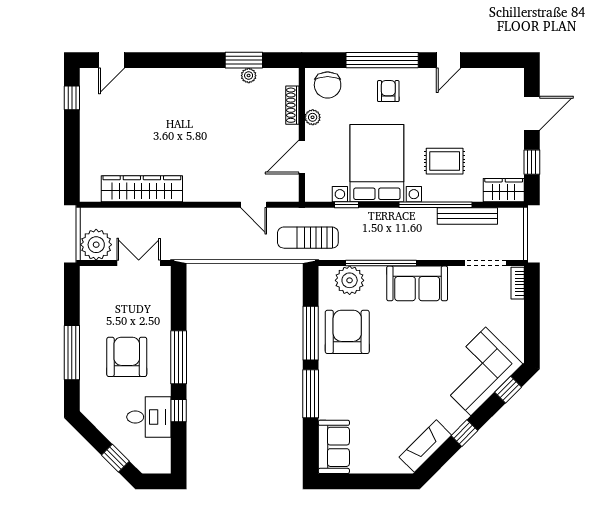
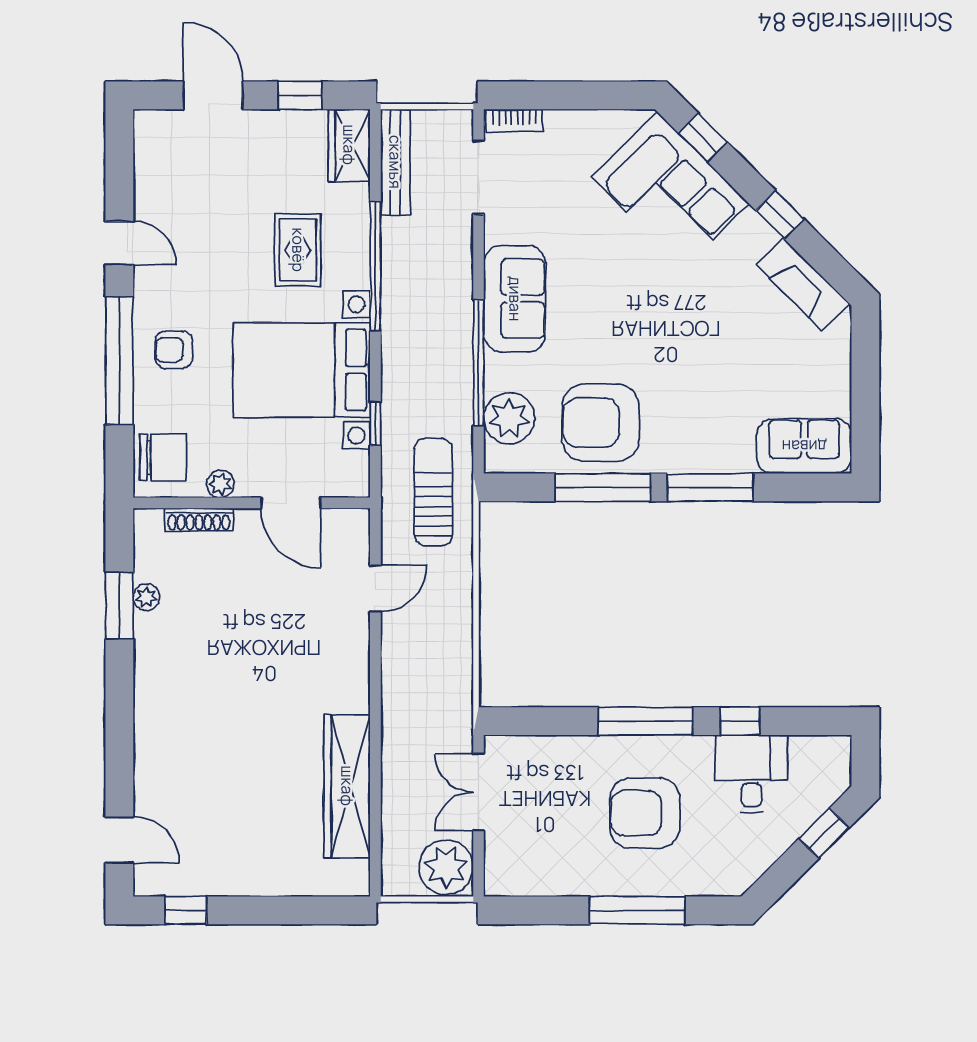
bench: (467, 216) -> (395, 162), moved
sun lounger: (308, 238) -> (433, 492), turned 180

